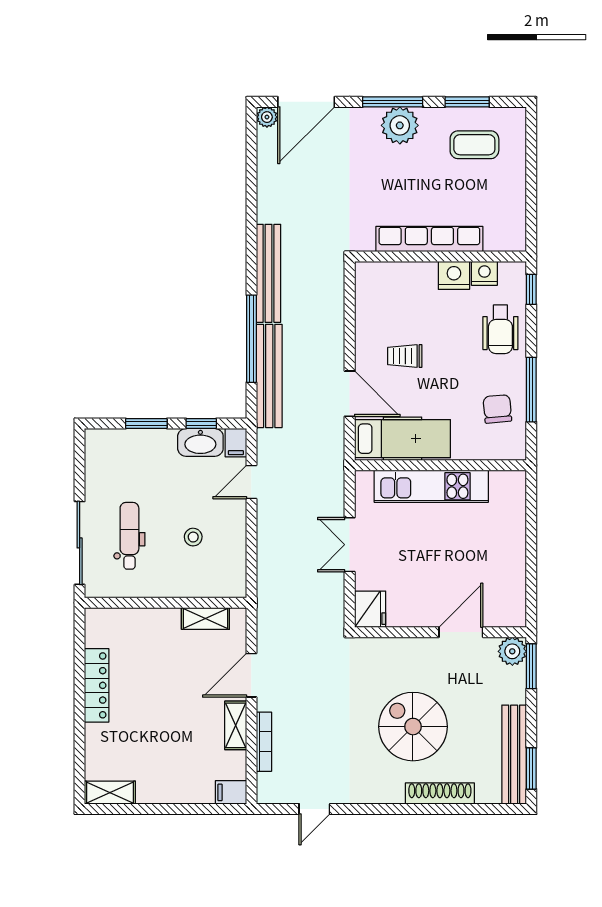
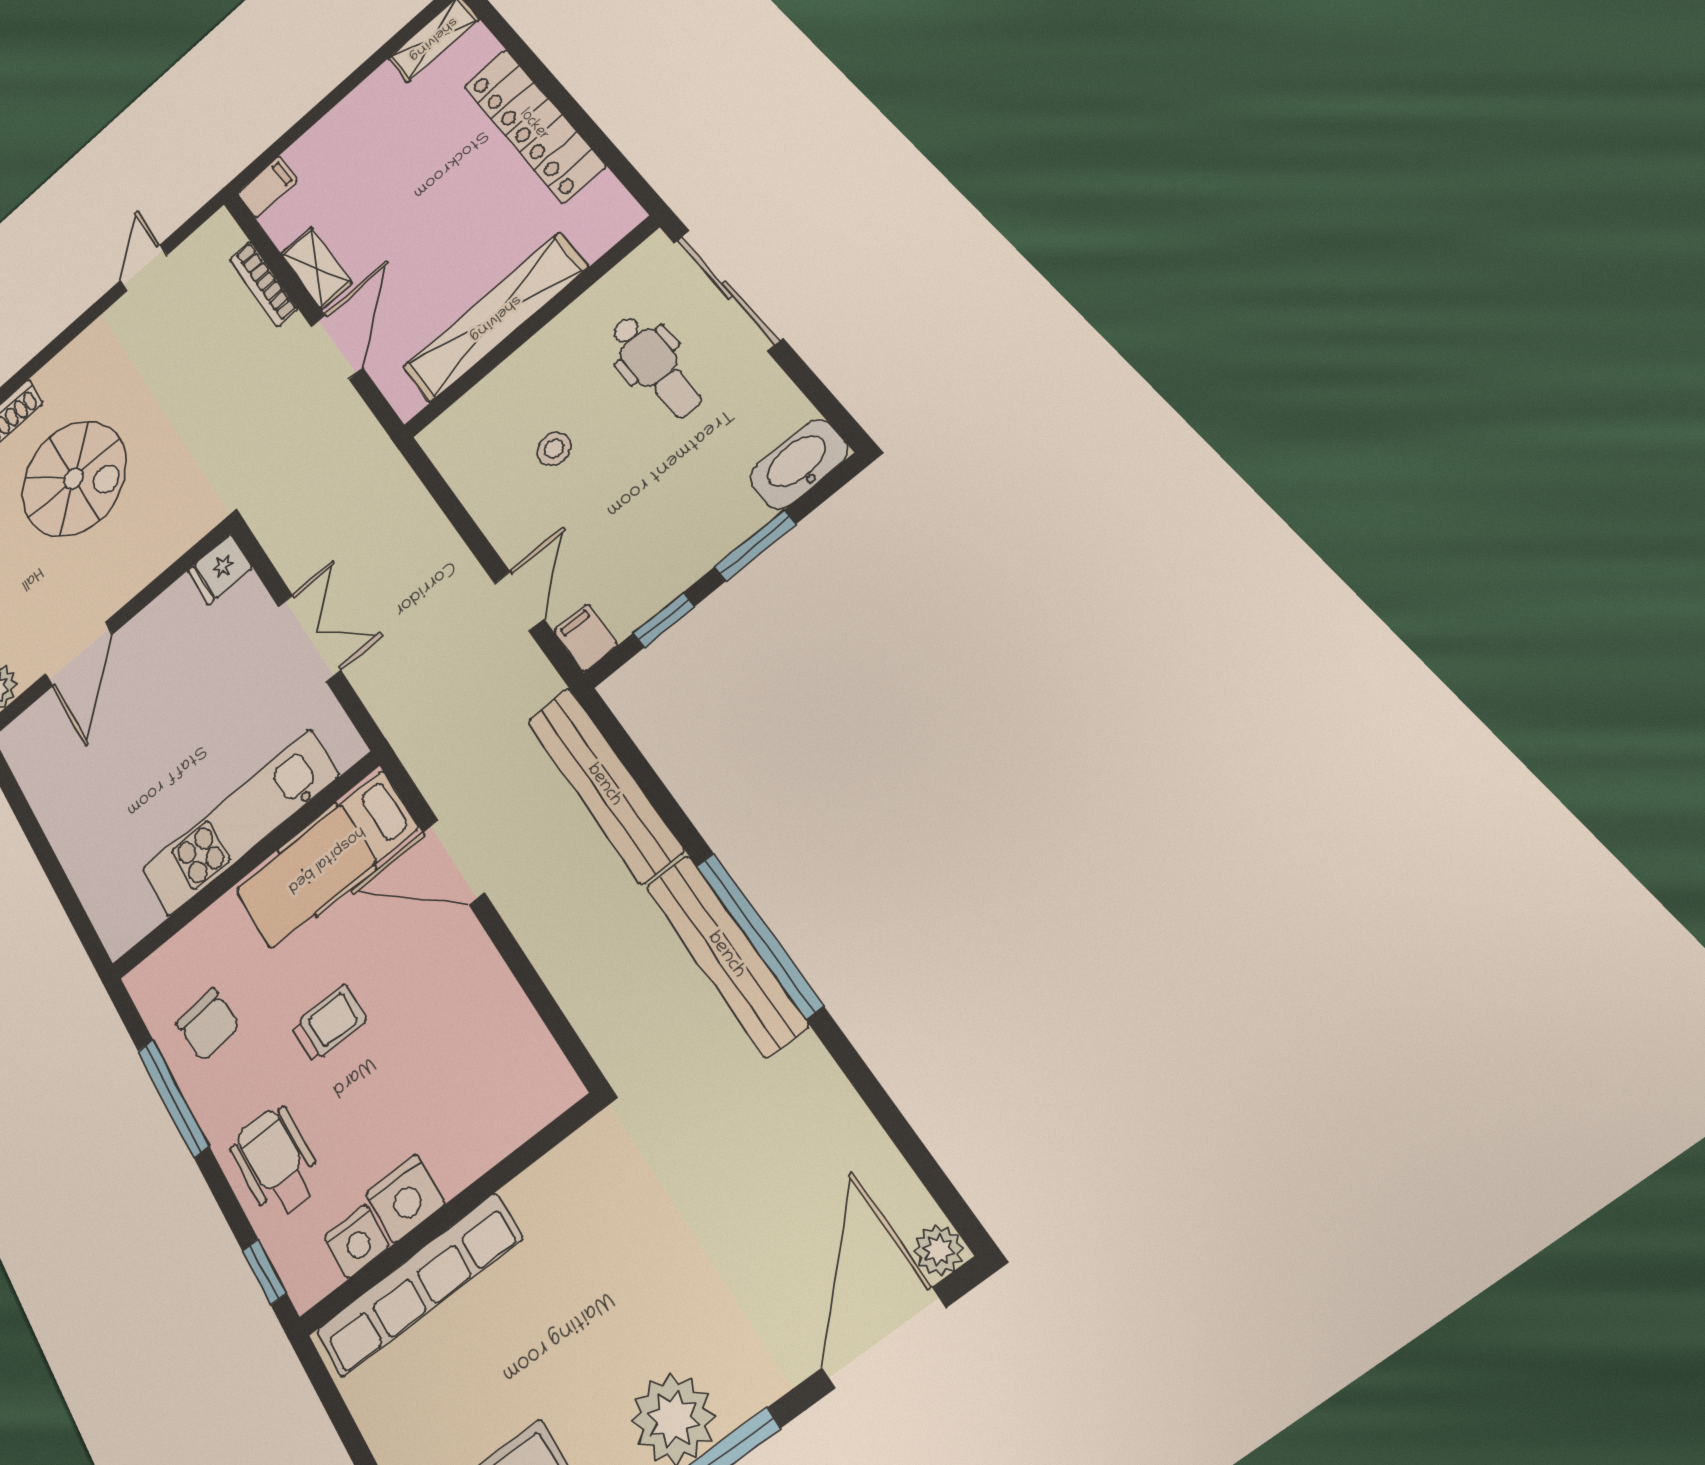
row of seats: (429, 239) -> (419, 1285), moved
window: (251, 339) -> (759, 935), moved
trolley: (405, 356) -> (329, 1023), moved
washbasin: (200, 442) -> (799, 464), moved
fridge: (370, 609) -> (220, 569), width x0.72
shelving: (205, 618) -> (495, 318), width x2.20, depth x1.33
locker: (97, 685) -> (534, 125), width x1.41, depth x1.21

